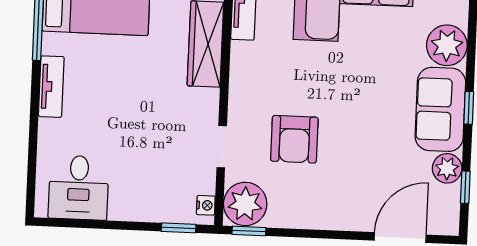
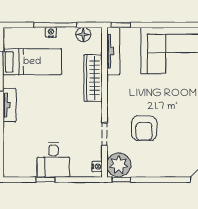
desk: (79, 188) -> (53, 160), moved
window: (179, 228) -> (45, 180), moved

